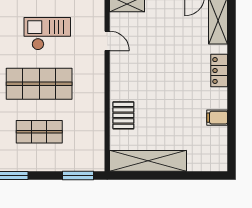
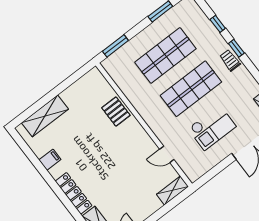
locker: (219, 71) -> (74, 193), width x1.53
shop shelf: (39, 132) -> (165, 55), width x1.43, depth x1.36
shelving: (148, 161) -> (45, 116), moved, width x0.68

